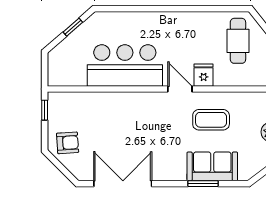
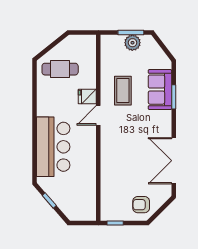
bar counter: (125, 65) -> (53, 147), moved, turned 180
armchair: (68, 143) -> (141, 205), turned -86

